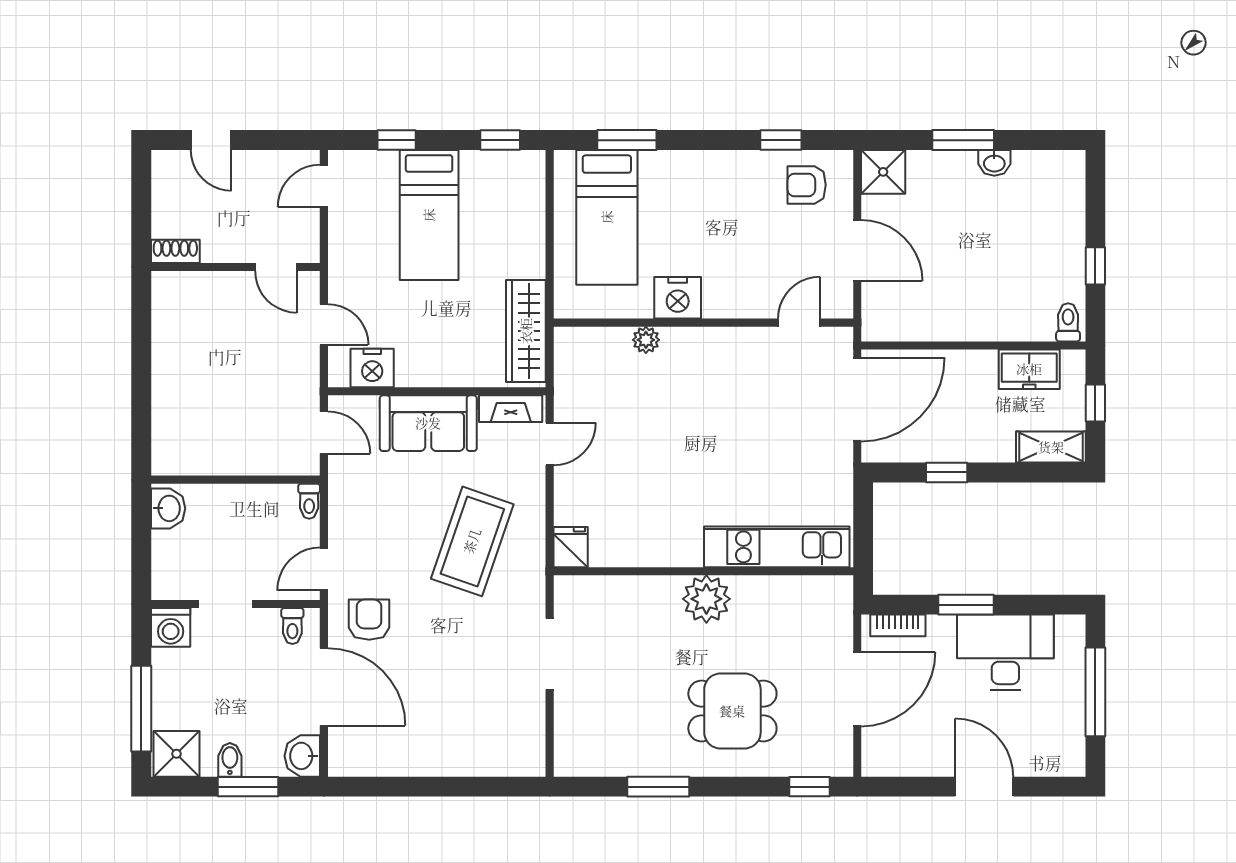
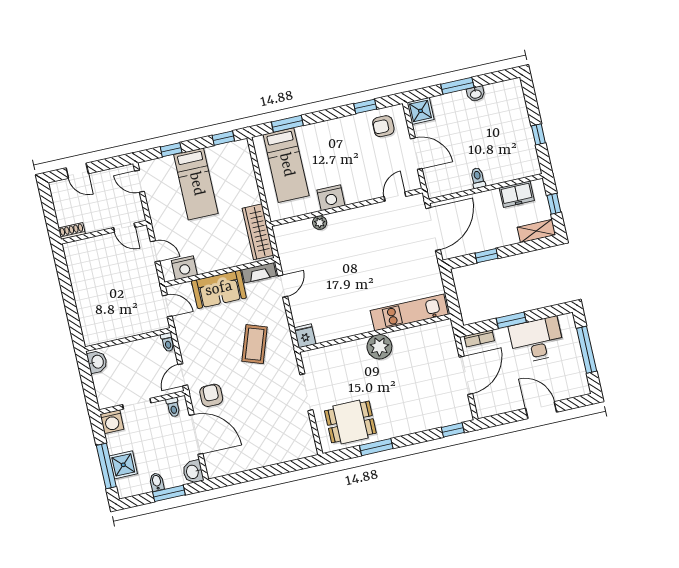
door: (324, 186) -> (139, 181), hinge flipped
toilet: (1068, 322) -> (478, 178), moved
coffee table: (472, 541) -> (255, 344), width x0.73, depth x0.76
dining table: (732, 711) -> (350, 422), moved
shower: (177, 754) -> (123, 465), moved

